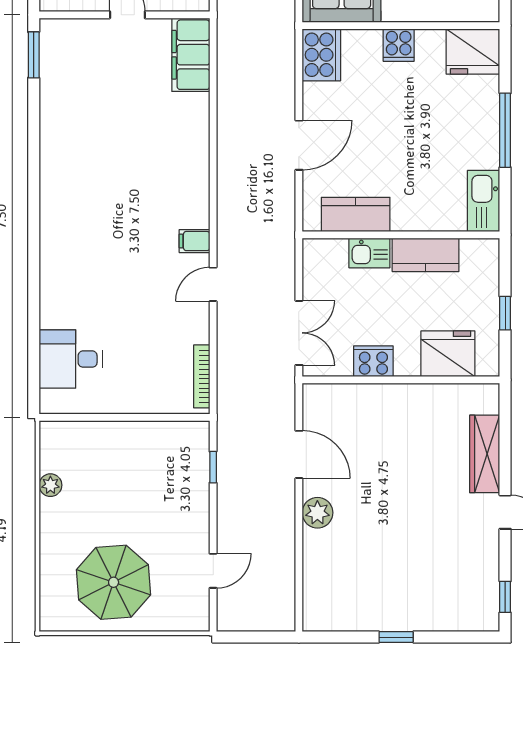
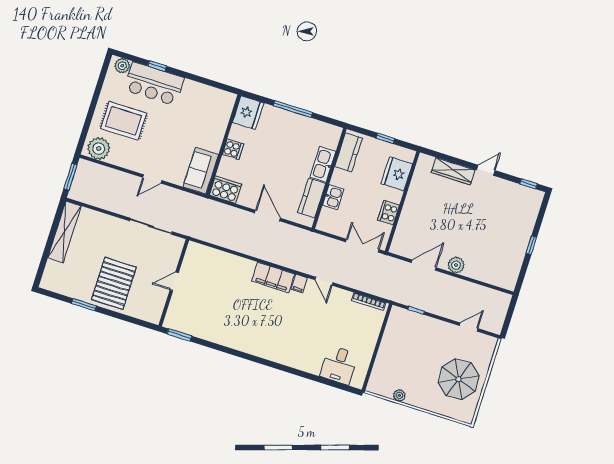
filing cabinet: (191, 55) -> (273, 277), moved
kitchen sink: (484, 201) -> (323, 164), moved, turned 90
kitchen counter: (426, 255) -> (349, 152), moved
door: (213, 571) -> (469, 327), hinge flipped

